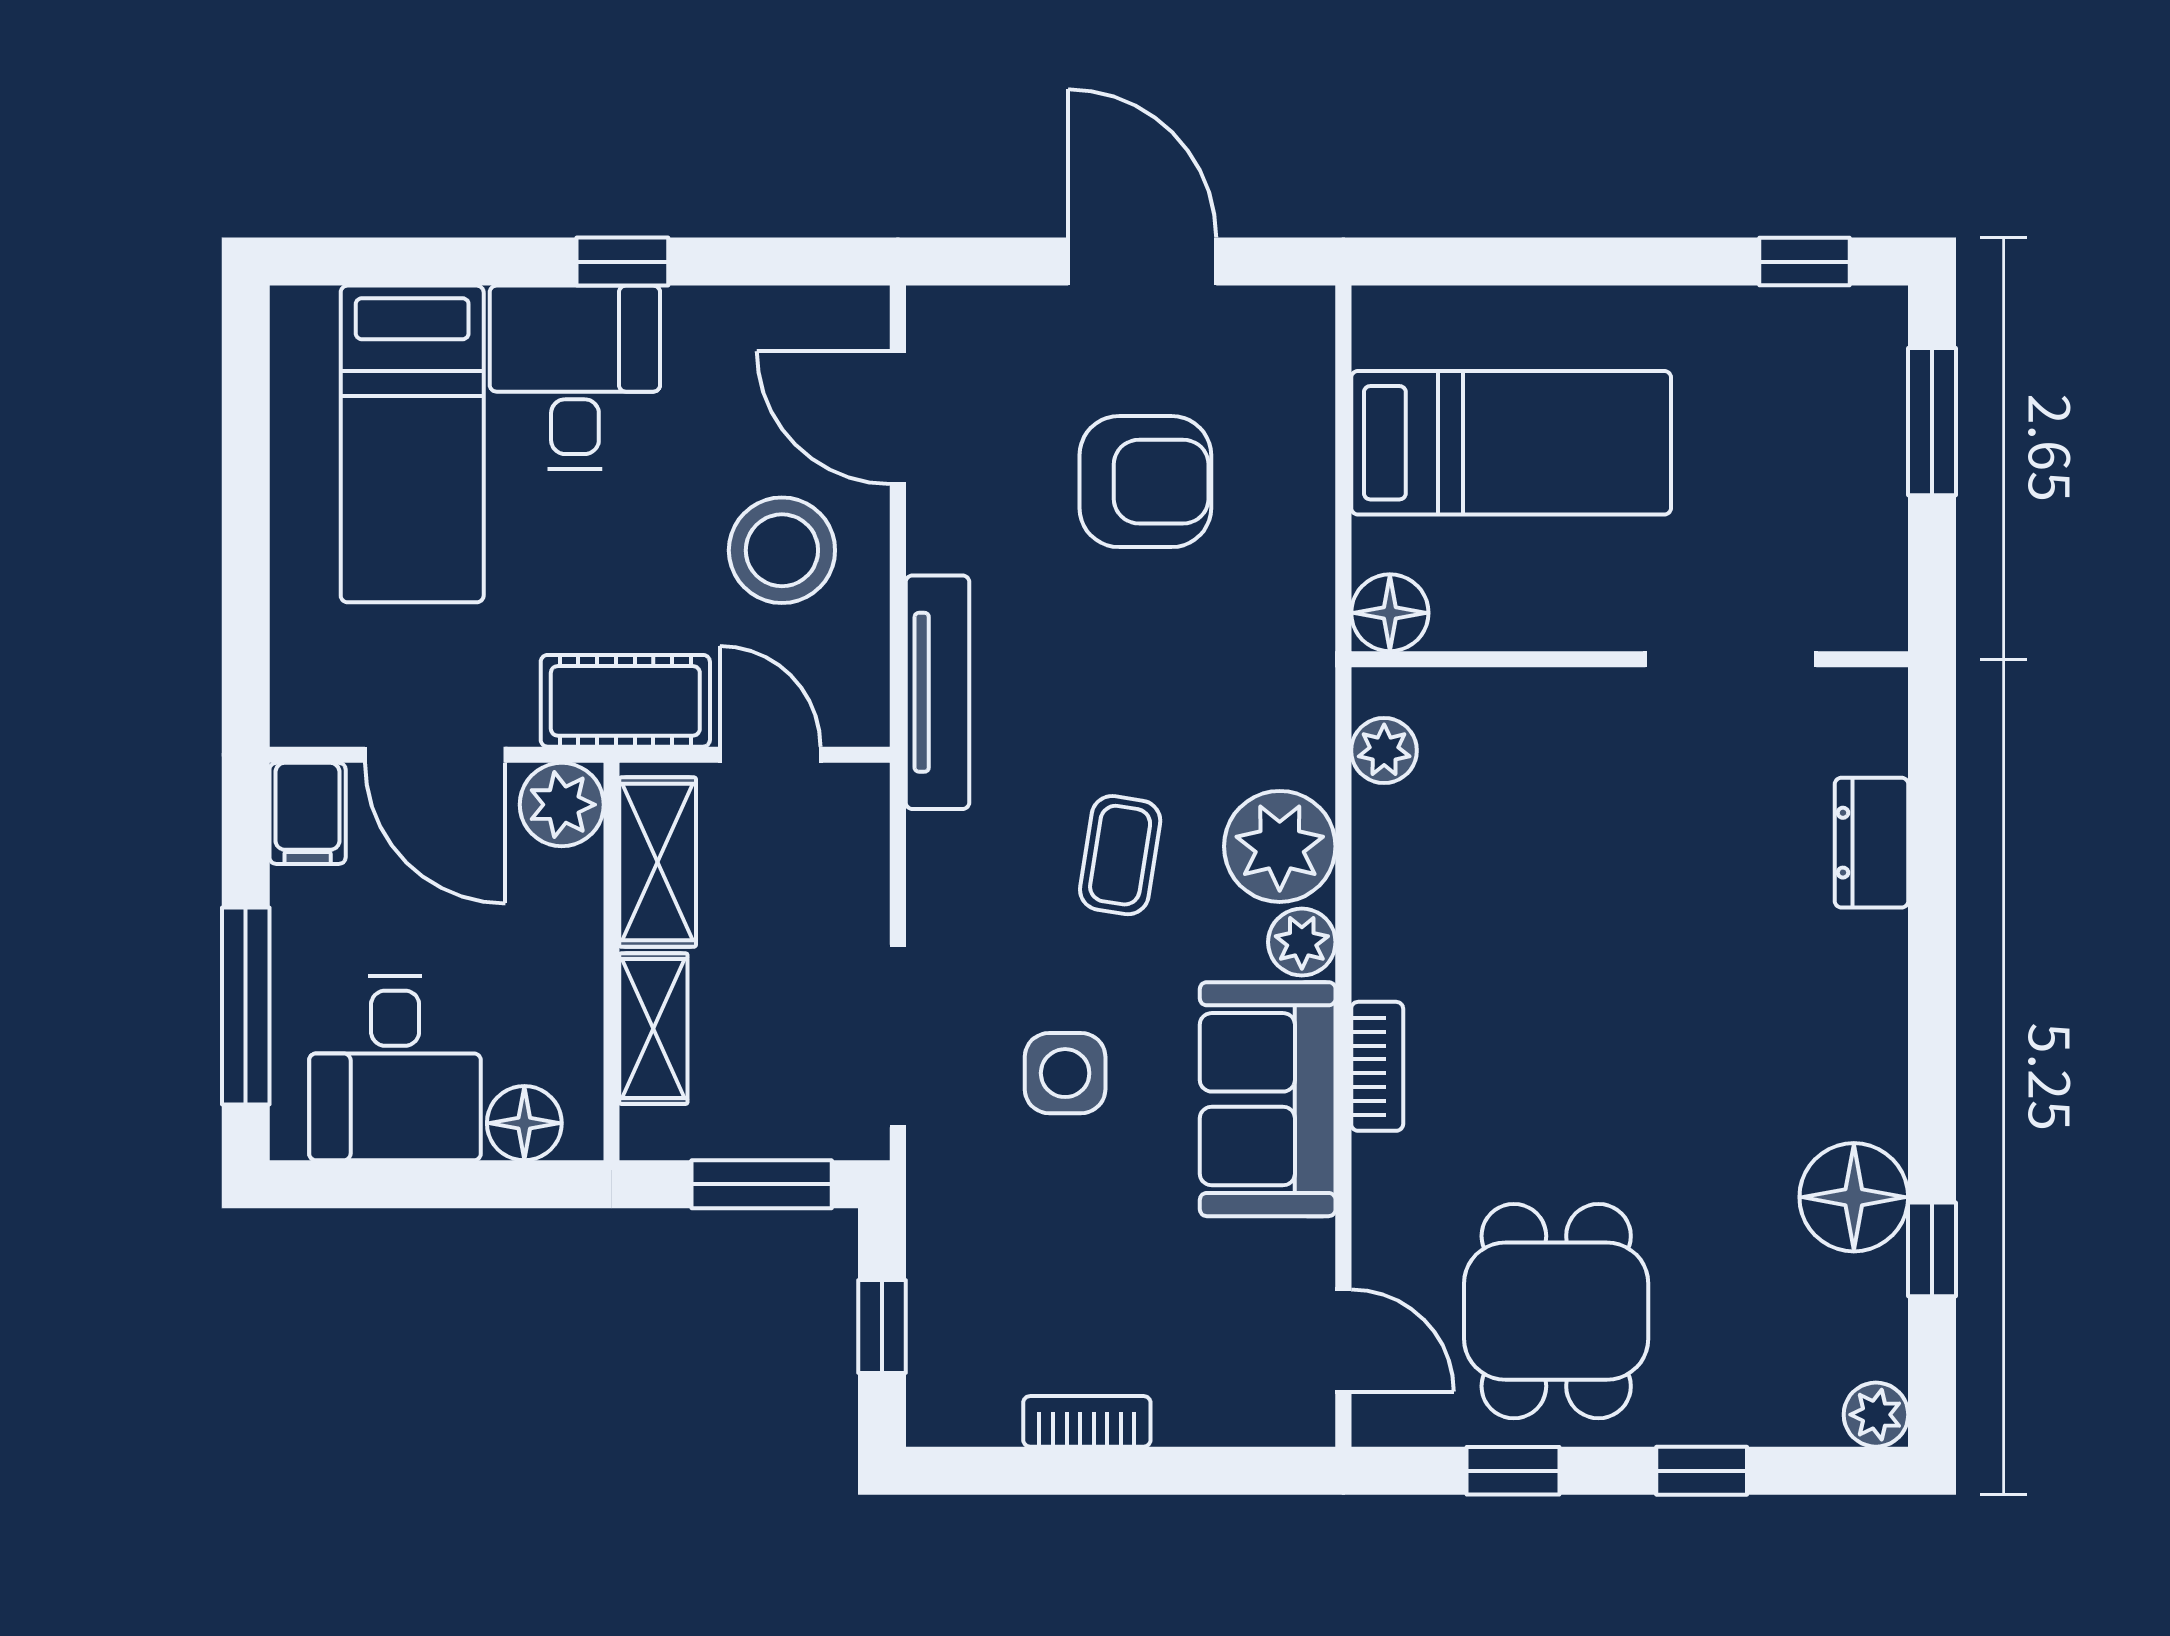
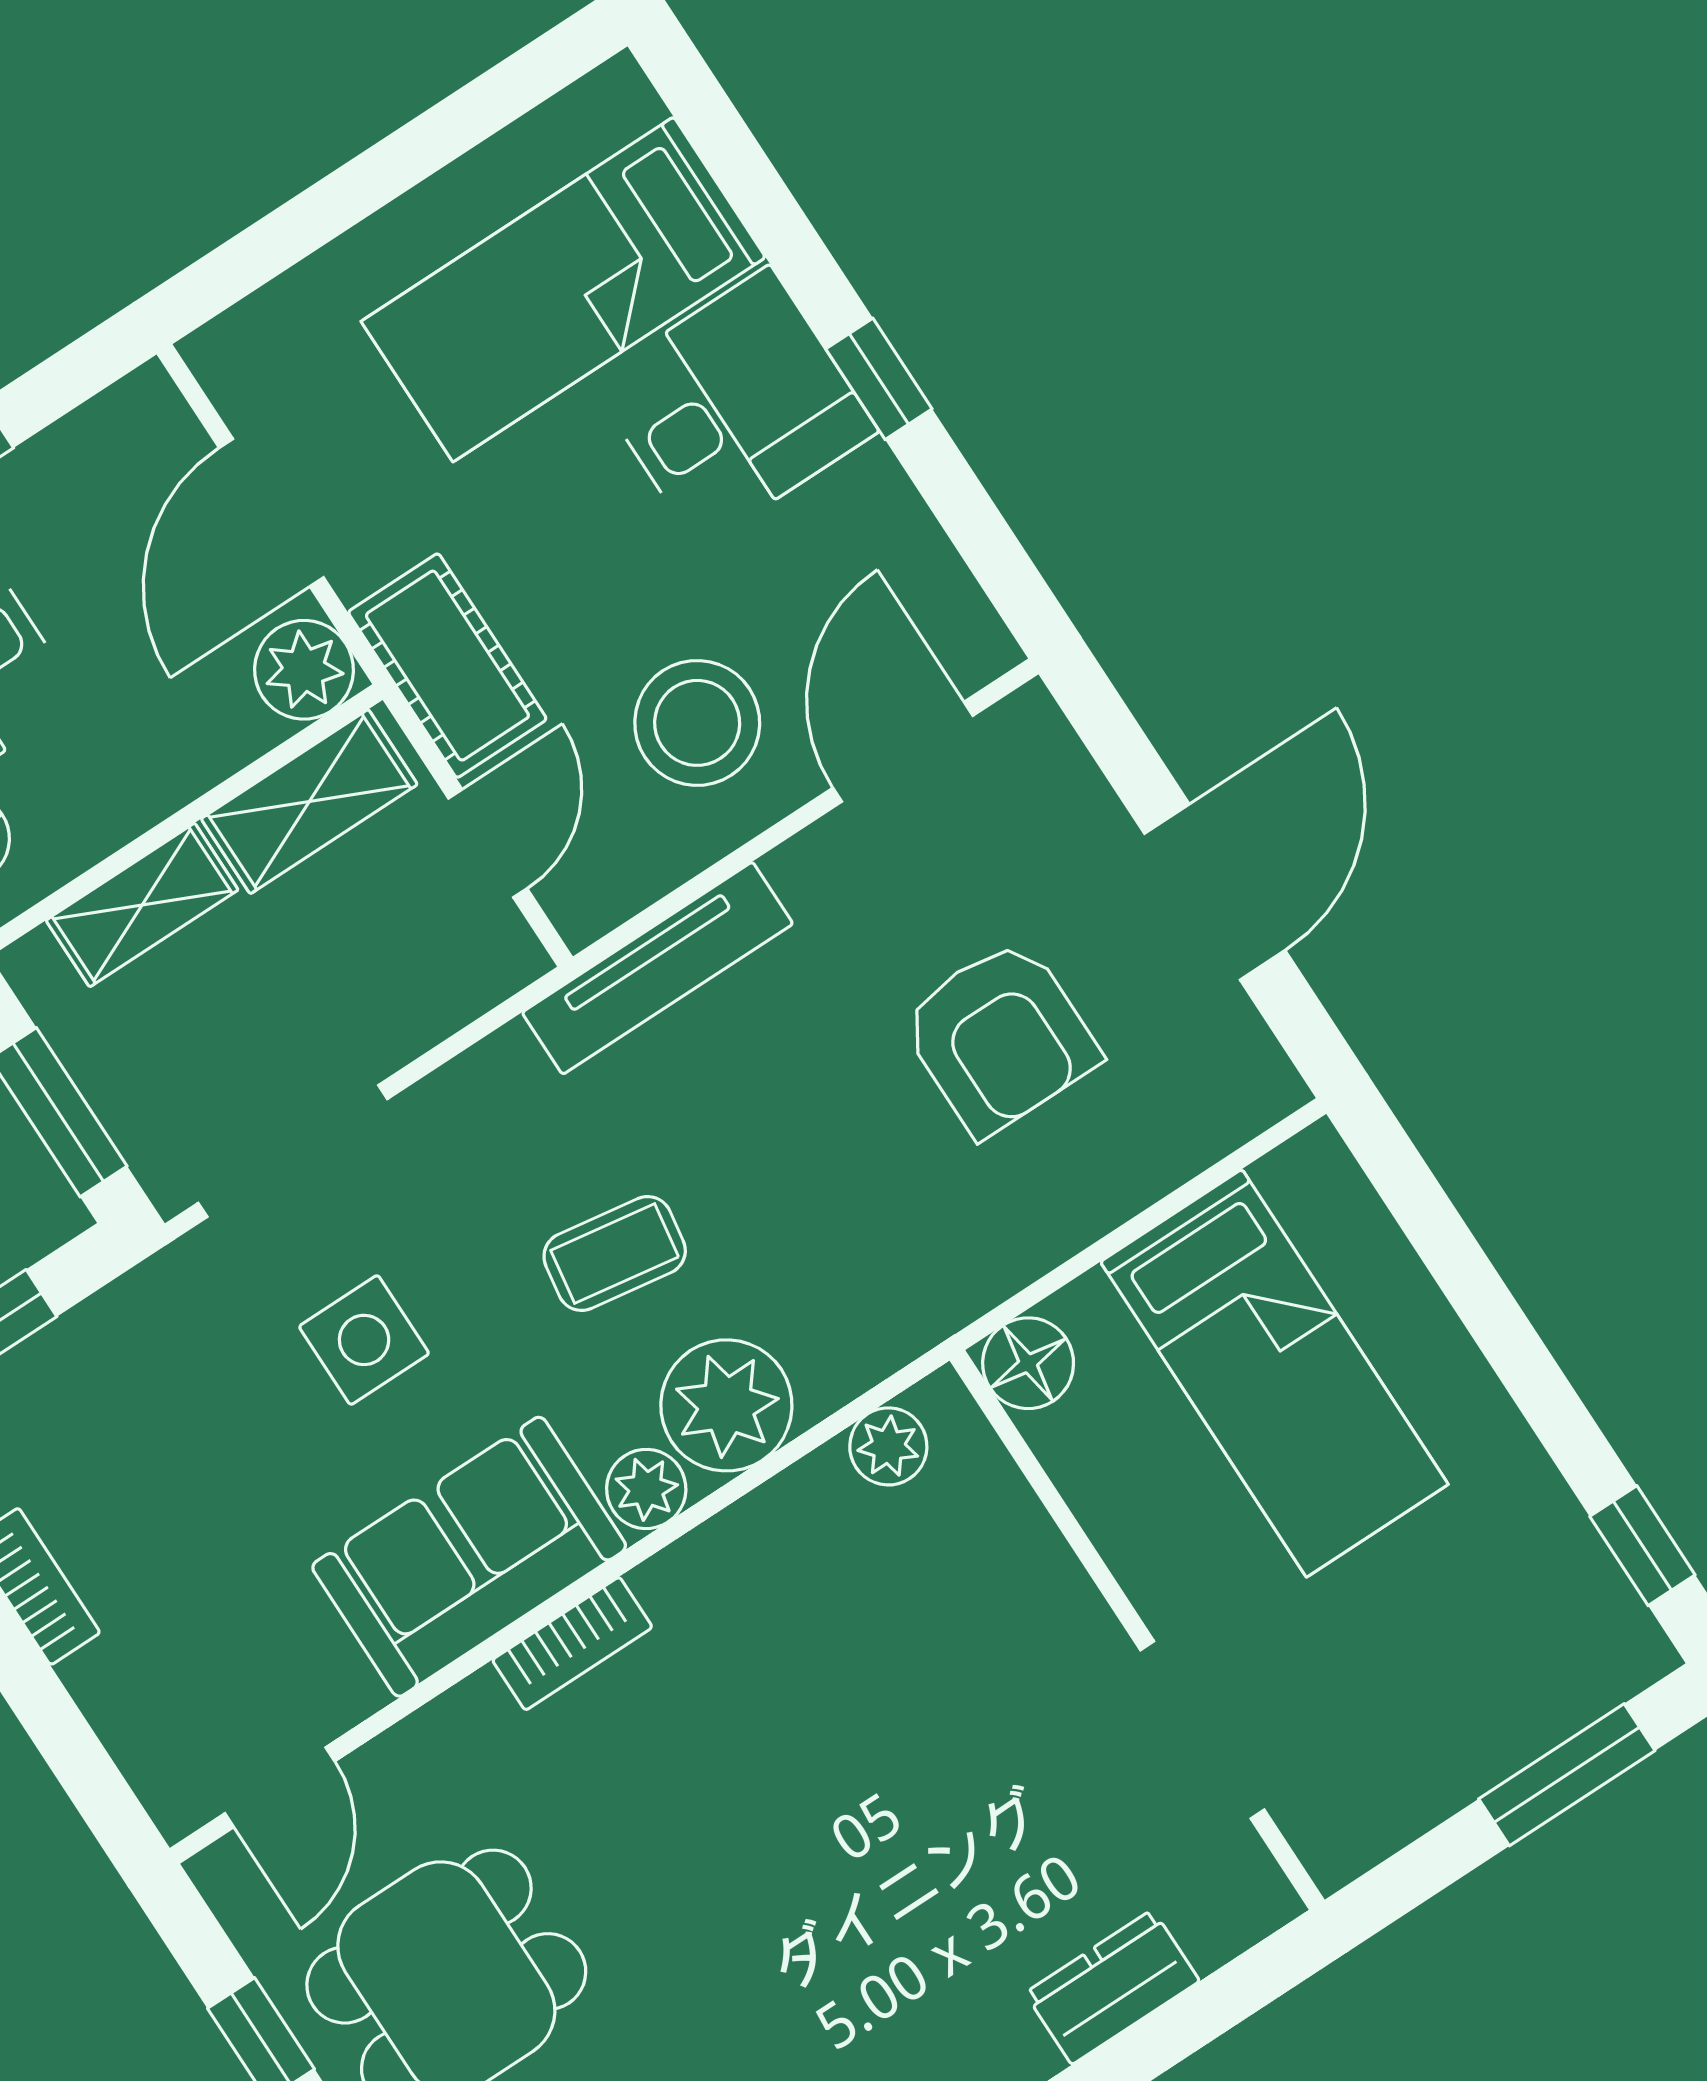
filing cabinet: (308, 813) -> (131, 425), removed

